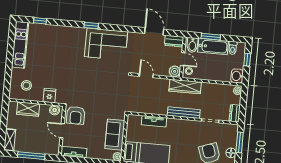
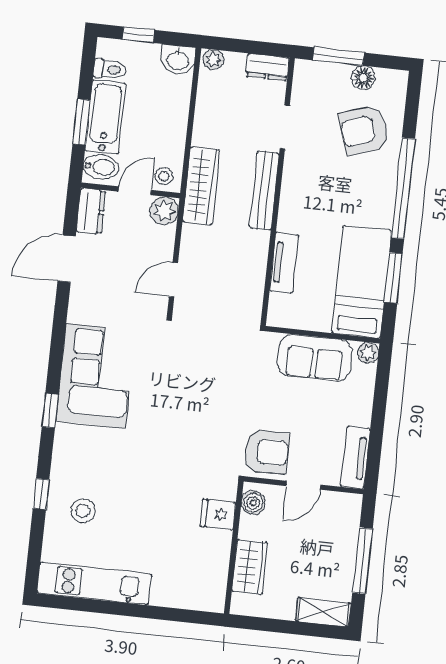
window: (40, 21) -> (41, 494), moved
stool: (26, 85) -> (83, 511), moved

